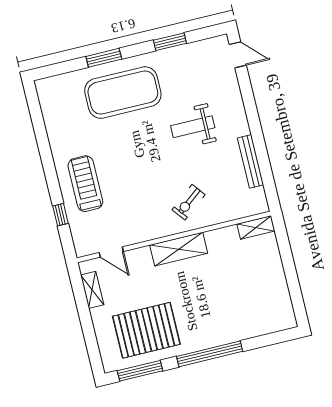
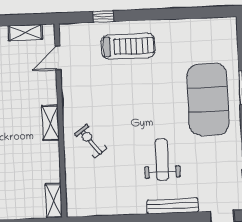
bench: (251, 161) -> (173, 206), moved
shelving: (179, 249) -> (50, 123), width x0.67, depth x0.75

